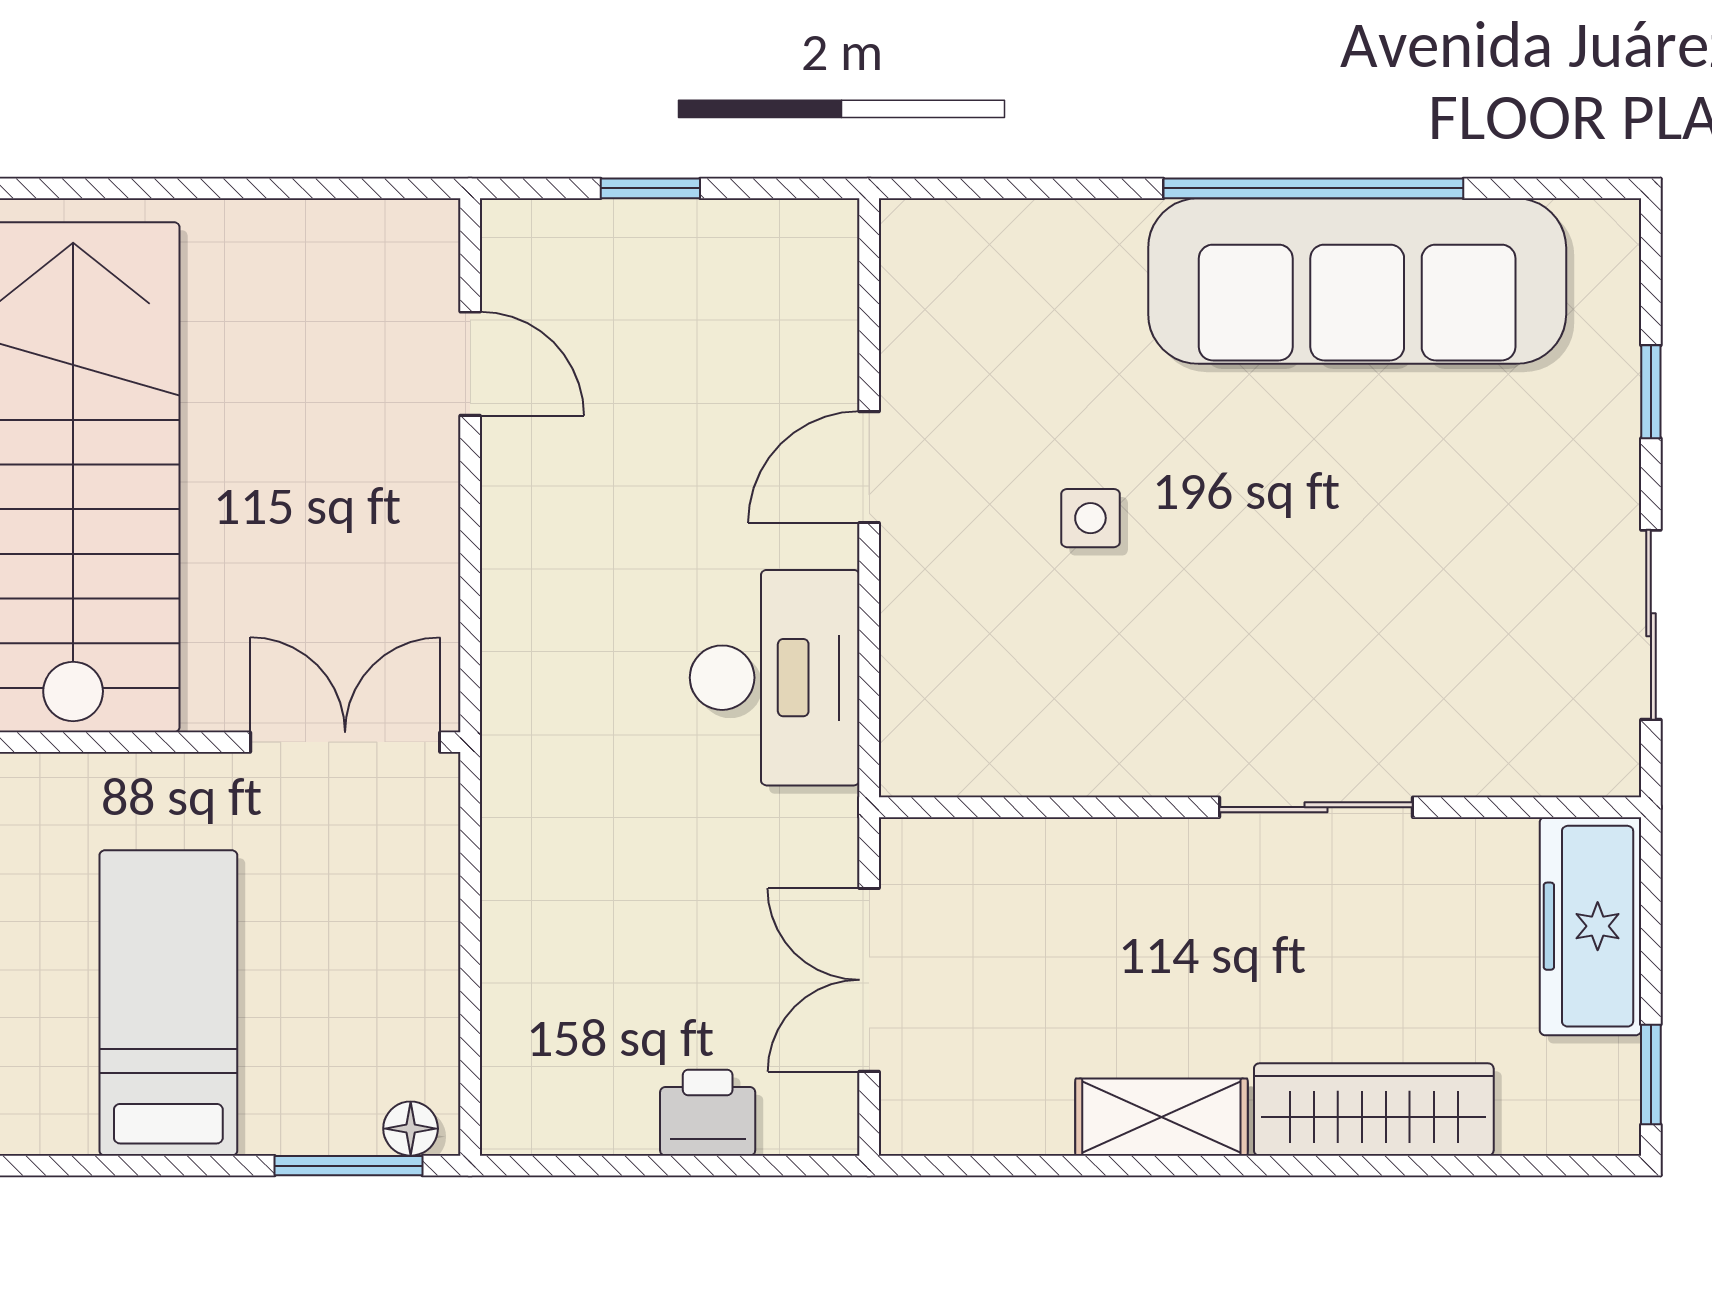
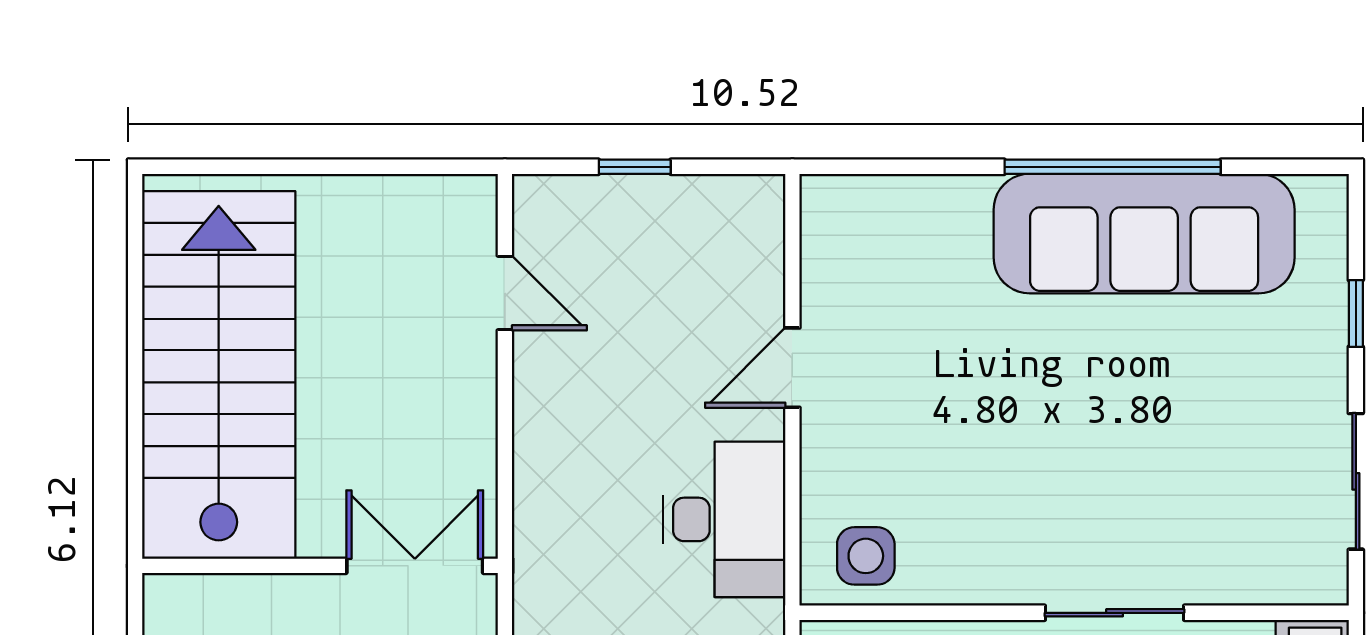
side table: (1090, 518) -> (866, 556), moved, width x1.37, depth x1.37

